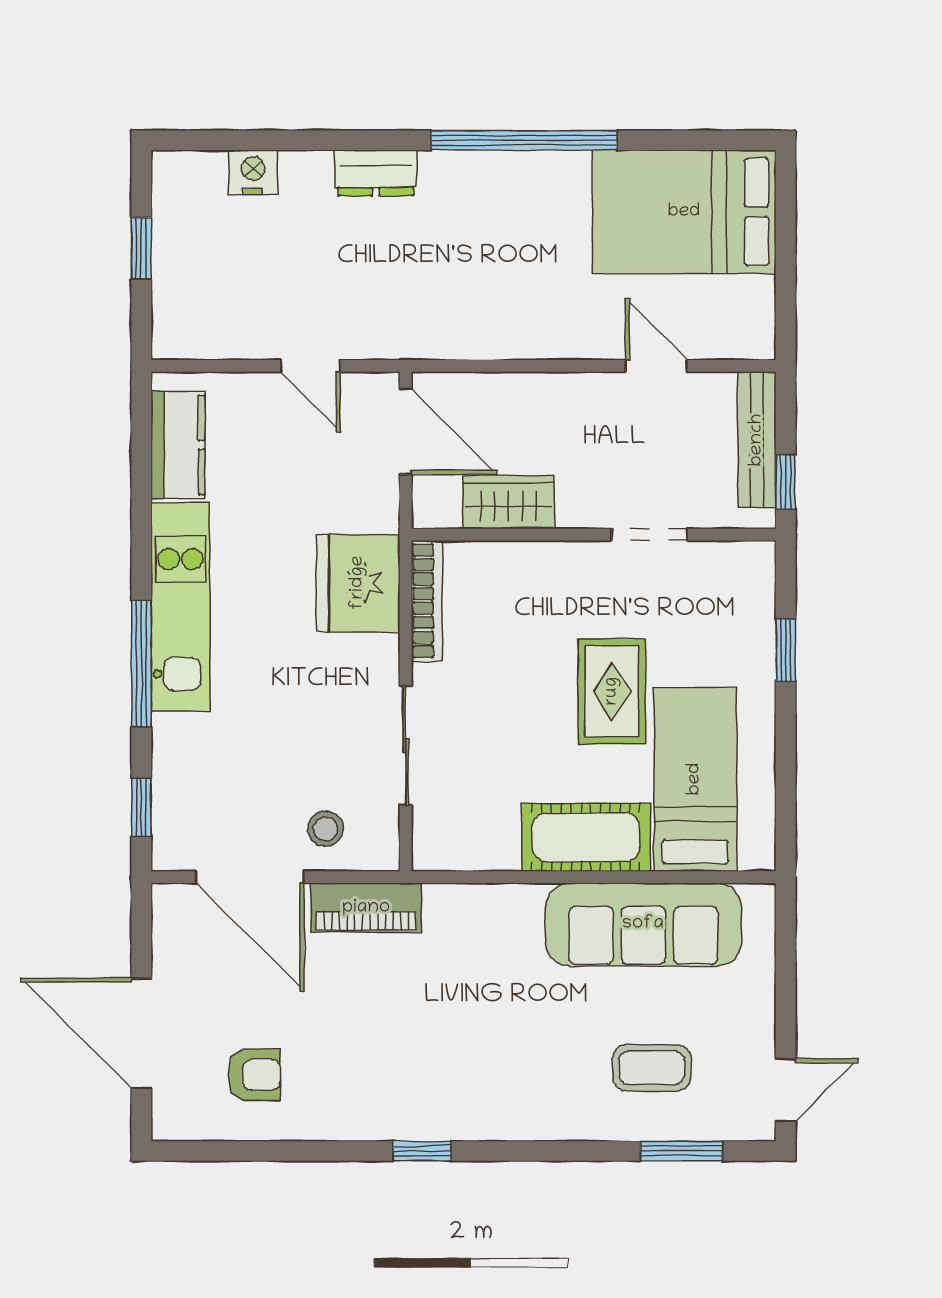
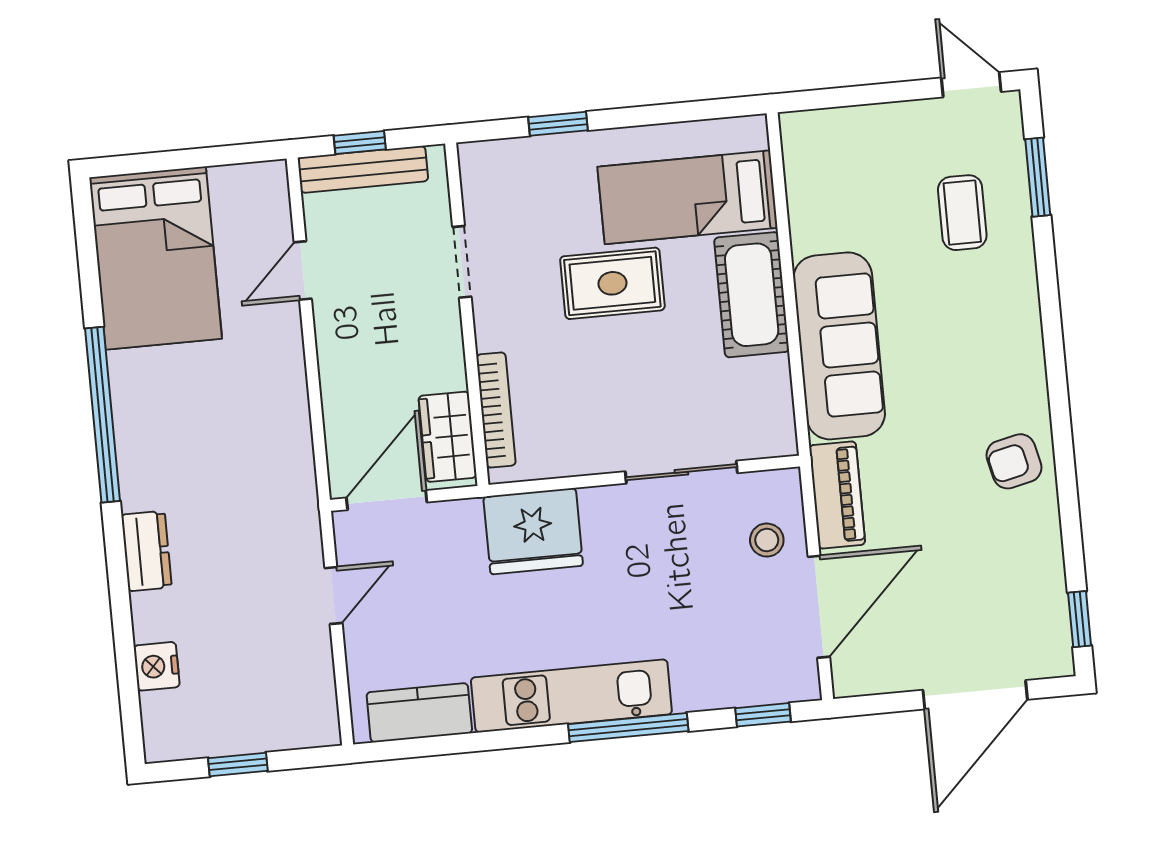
window: (786, 482) -> (360, 143), moved
wardrobe: (508, 502) -> (448, 437), moved
bookcase: (427, 601) -> (496, 410), moved, turned 90
sofa: (643, 924) -> (839, 346), moved
armchair: (254, 1075) -> (1014, 461), moved, turned -103
window: (422, 1151) -> (1080, 619), moved

